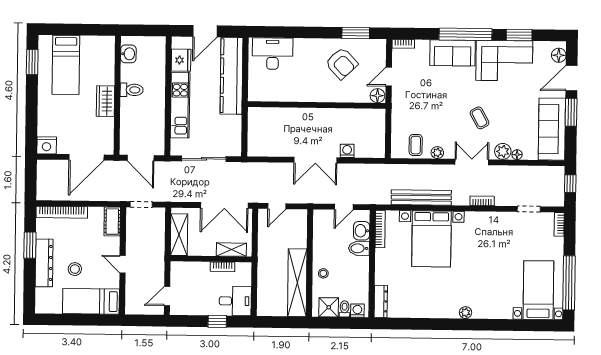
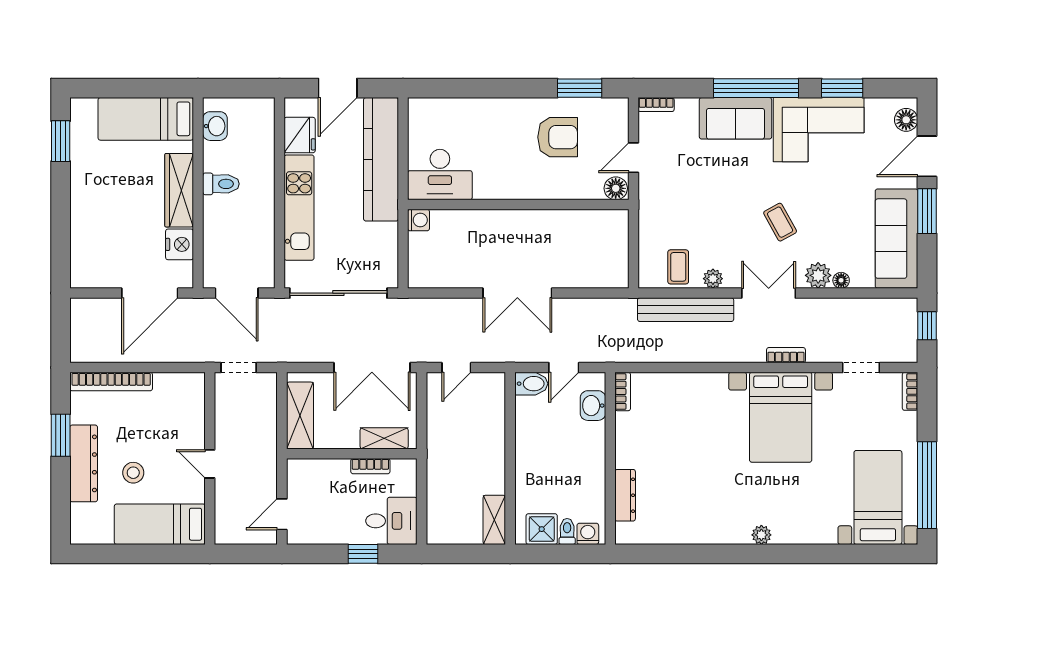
desk: (273, 54) -> (440, 175), moved, turned 180
armchair: (342, 63) -> (558, 137), turned -47
bed: (66, 65) -> (146, 119), moved, turned 90
wardrobe: (105, 101) -> (179, 190), width x1.50
nightstand: (47, 145) -> (180, 244), moved, turned -90
washing machine: (347, 151) -> (419, 220), moved, turned 90
sliding door: (204, 159) -> (338, 293), width x1.36
bench: (421, 197) -> (686, 310), moved
cot: (112, 222) -> (192, 396), removed
bookcase: (380, 229) -> (623, 392), width x0.64
bed with nightstands: (431, 239) -> (781, 417), moved
bidet: (359, 248) -> (531, 384), moved, turned 180
stool: (323, 273) -> (532, 475), removed
shelving: (297, 283) -> (494, 520), width x0.45, depth x0.75
dresser: (381, 301) -> (625, 495), moved

